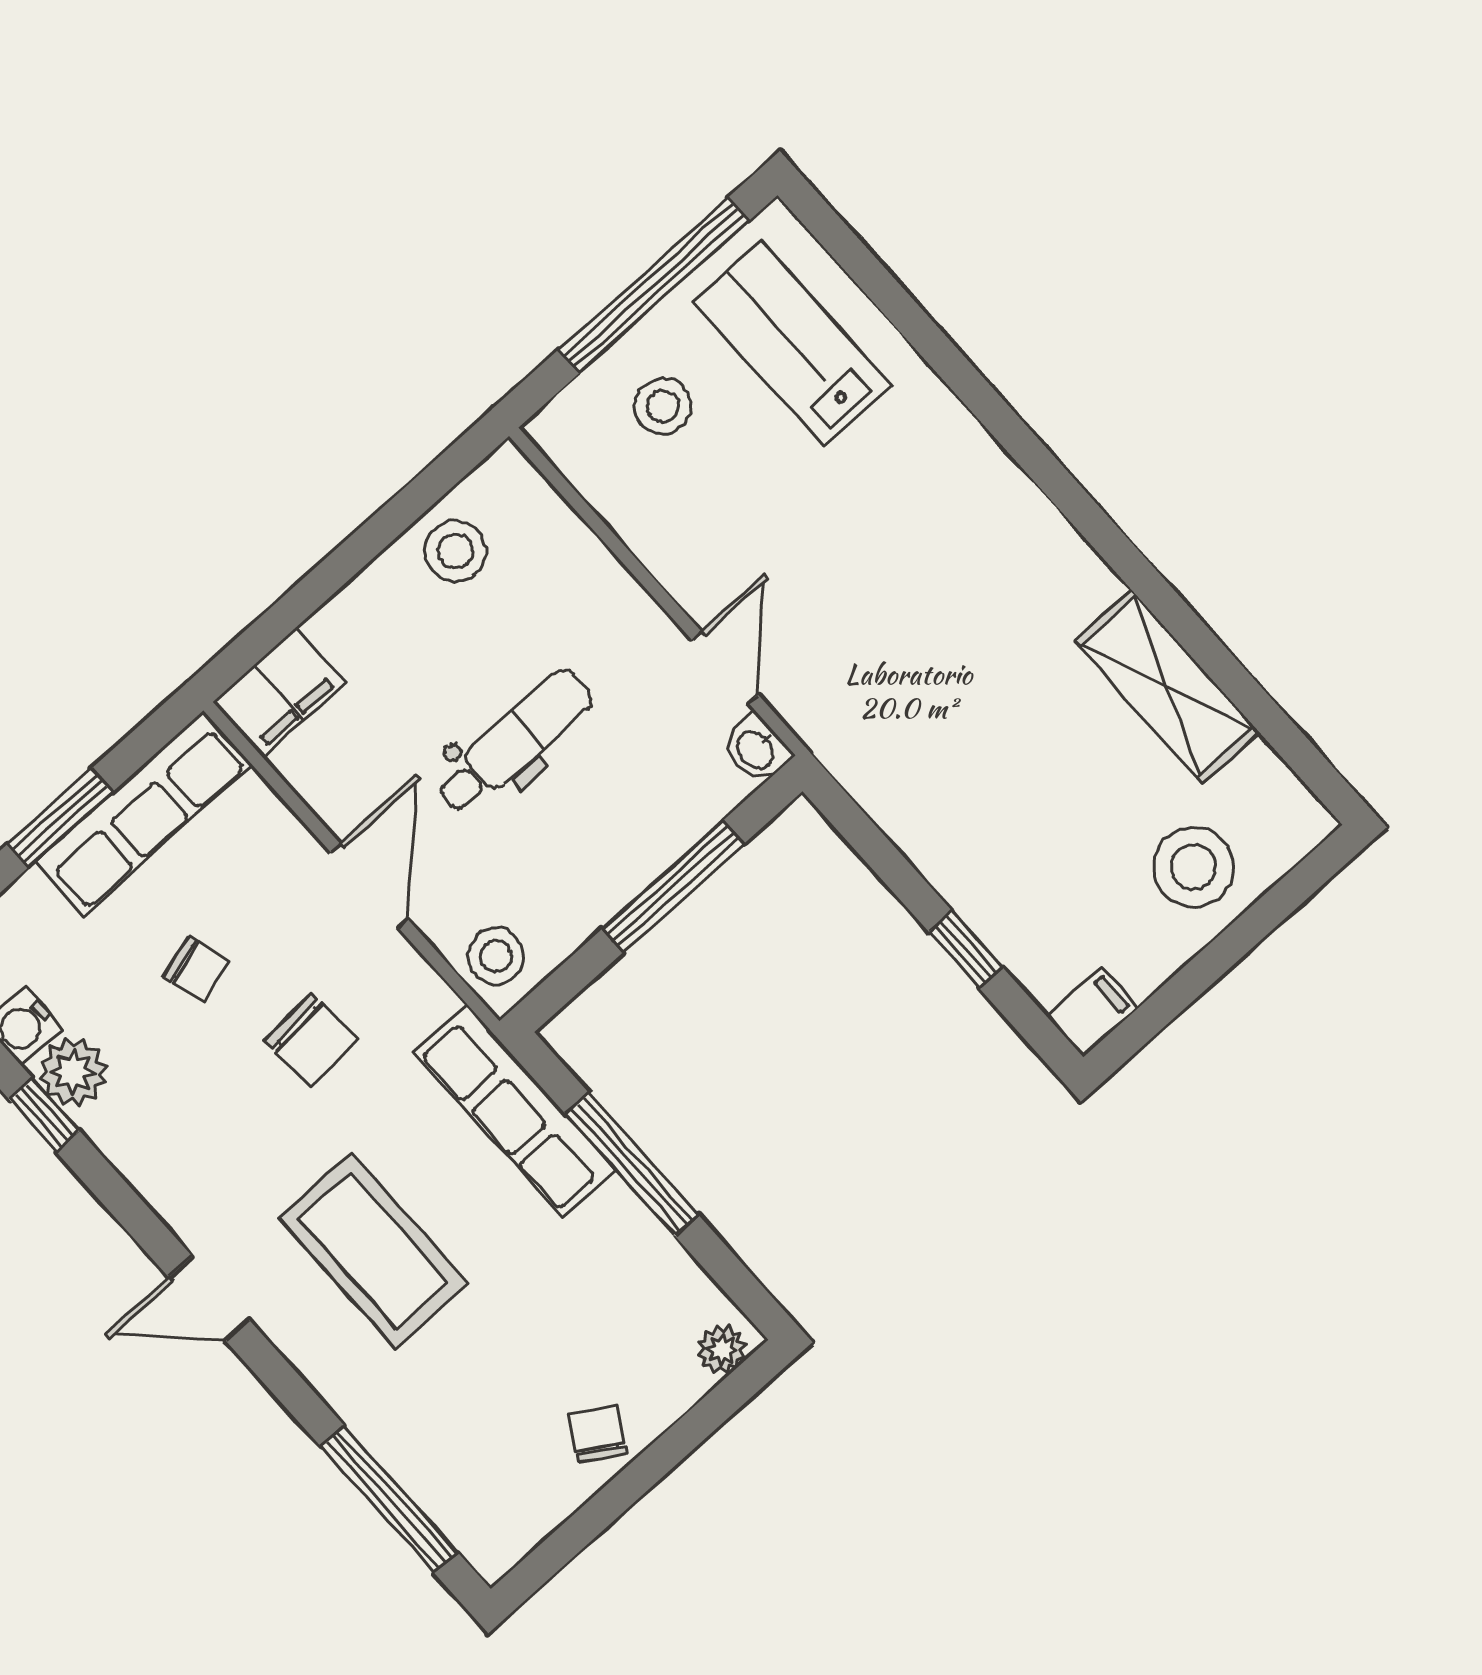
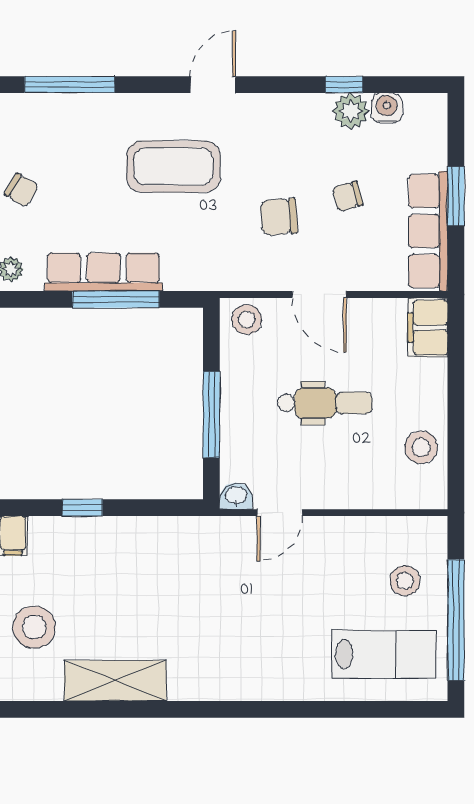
door: (725, 667) -> (280, 513), hinge flipped
dental chair: (514, 742) -> (325, 403), turned -90
row of seats: (515, 1111) -> (103, 272), moved

